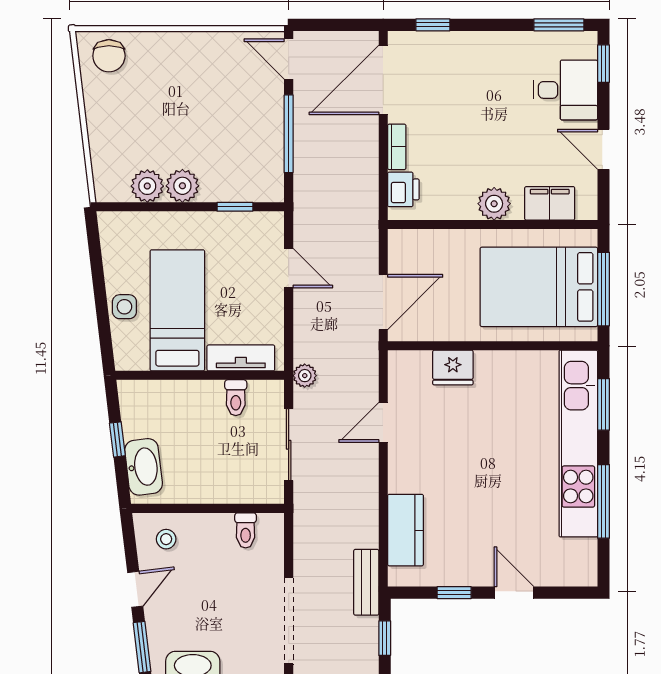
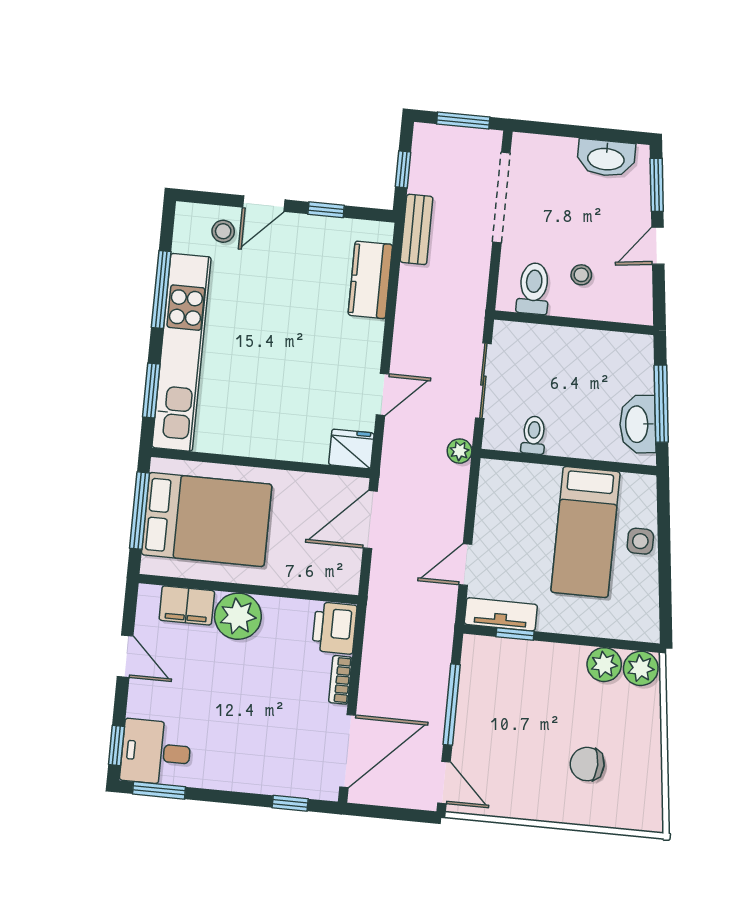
chair: (109, 56) -> (587, 764), moved, turned -90
desk: (565, 90) -> (156, 752), moved
plant: (182, 186) -> (641, 668), moved
printer: (403, 189) -> (334, 628), width x1.36, depth x1.24
plant: (494, 204) -> (238, 616), width x1.36, depth x1.36
door: (289, 268) -> (465, 565), hinge flipped
tv unit: (241, 358) -> (501, 614), moved, turned 180
fridge: (453, 368) -> (351, 449), moved
window: (117, 439) -> (661, 404), width x2.17
washbasin: (144, 467) -> (638, 424), moved
toilet: (246, 530) -> (534, 288), width x1.37, depth x1.39
stool: (166, 539) -> (581, 275), moved
stool: (550, 563) -> (223, 231), added
door: (514, 593) -> (264, 204), hinge flipped

